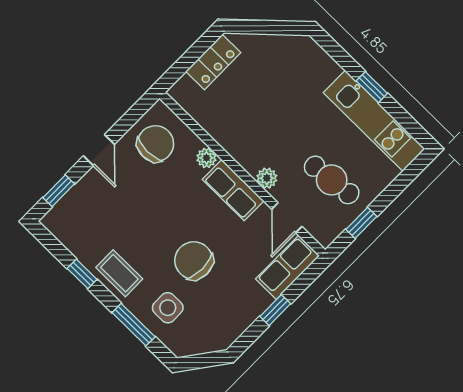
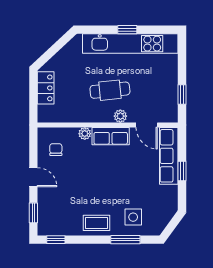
kitchen unit: (374, 121) -> (130, 44), width x1.36
chair: (155, 144) -> (56, 150), width x0.54, depth x0.54
cafe table: (332, 180) -> (110, 90), moved
chair: (194, 261) -> (124, 185), removed
row of seats: (288, 267) -> (169, 156), width x1.48
window: (82, 274) -> (56, 240), moved

